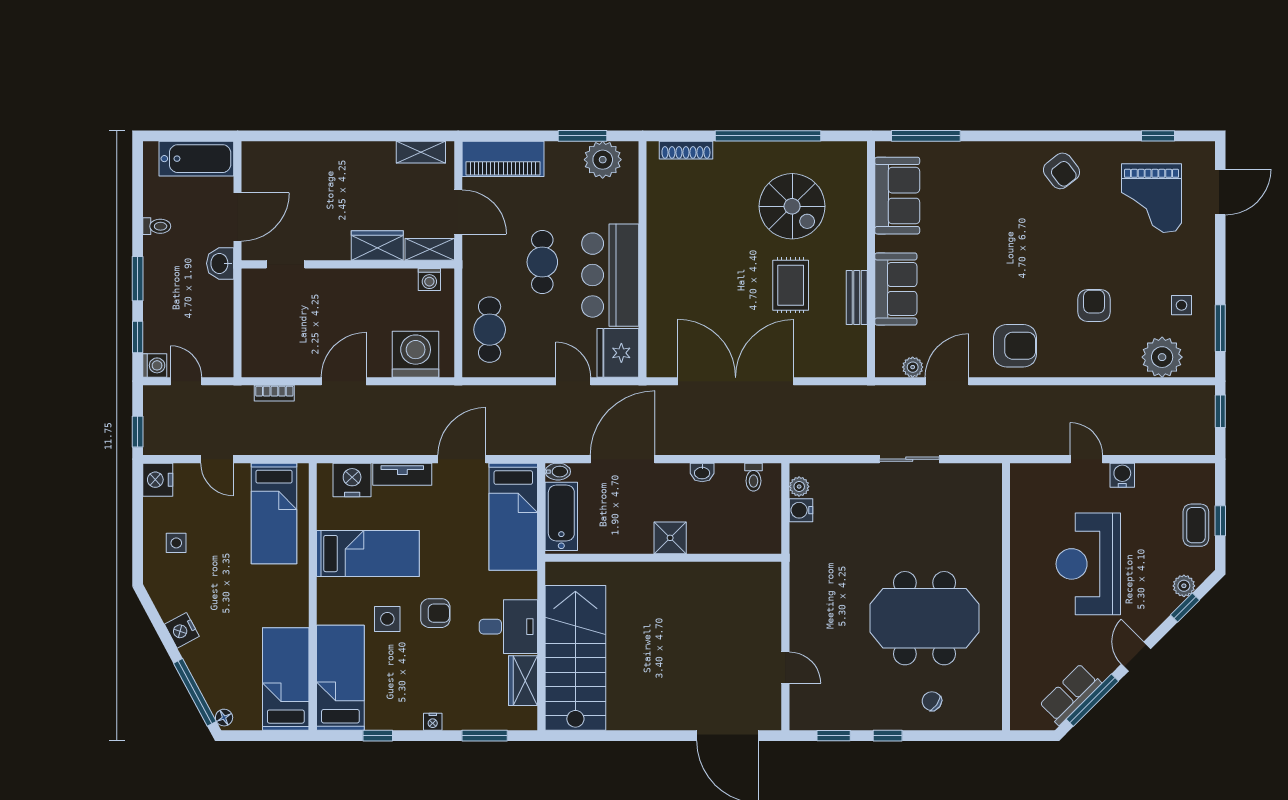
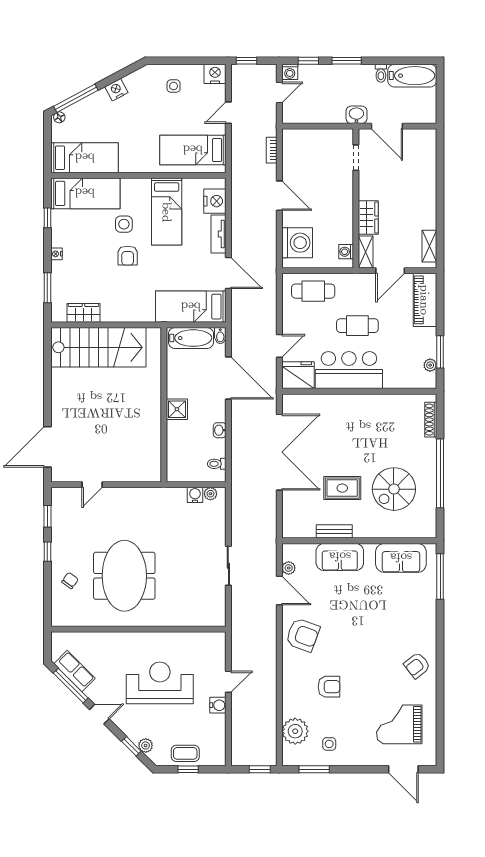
window: (1158, 136) -> (440, 729), removed
bathtub: (196, 159) -> (412, 76), moved, turned -90
plant: (603, 160) -> (430, 365), width x0.53, depth x0.53
armchair: (1015, 346) -> (303, 635), turned -70
desk: (508, 627) -> (119, 303), removed

